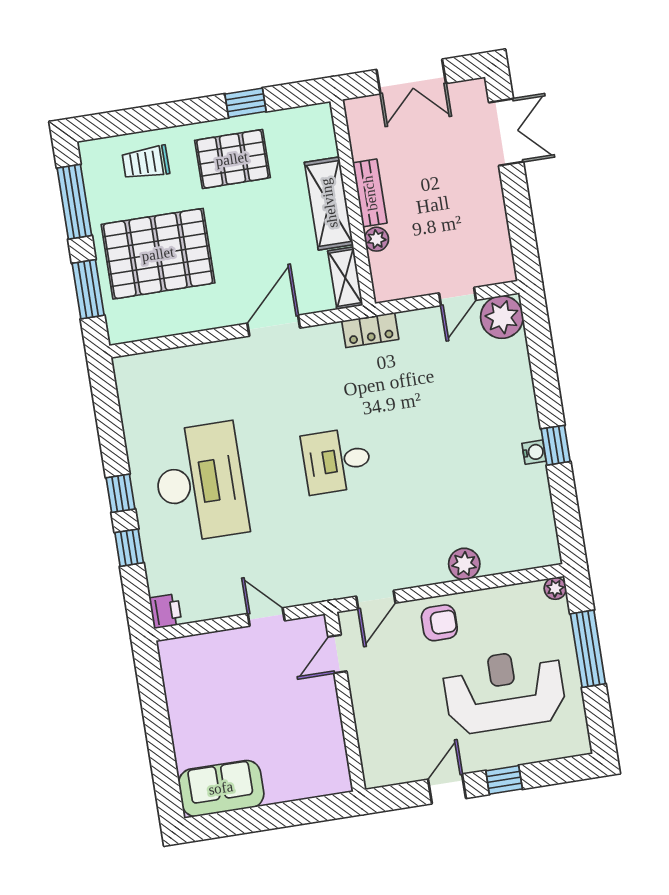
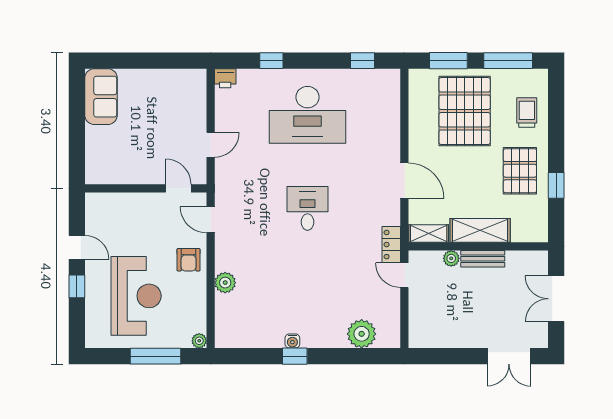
door: (458, 297) -> (404, 275), moved
plant: (502, 317) -> (362, 334), moved
window: (121, 493) -> (362, 61), moved

